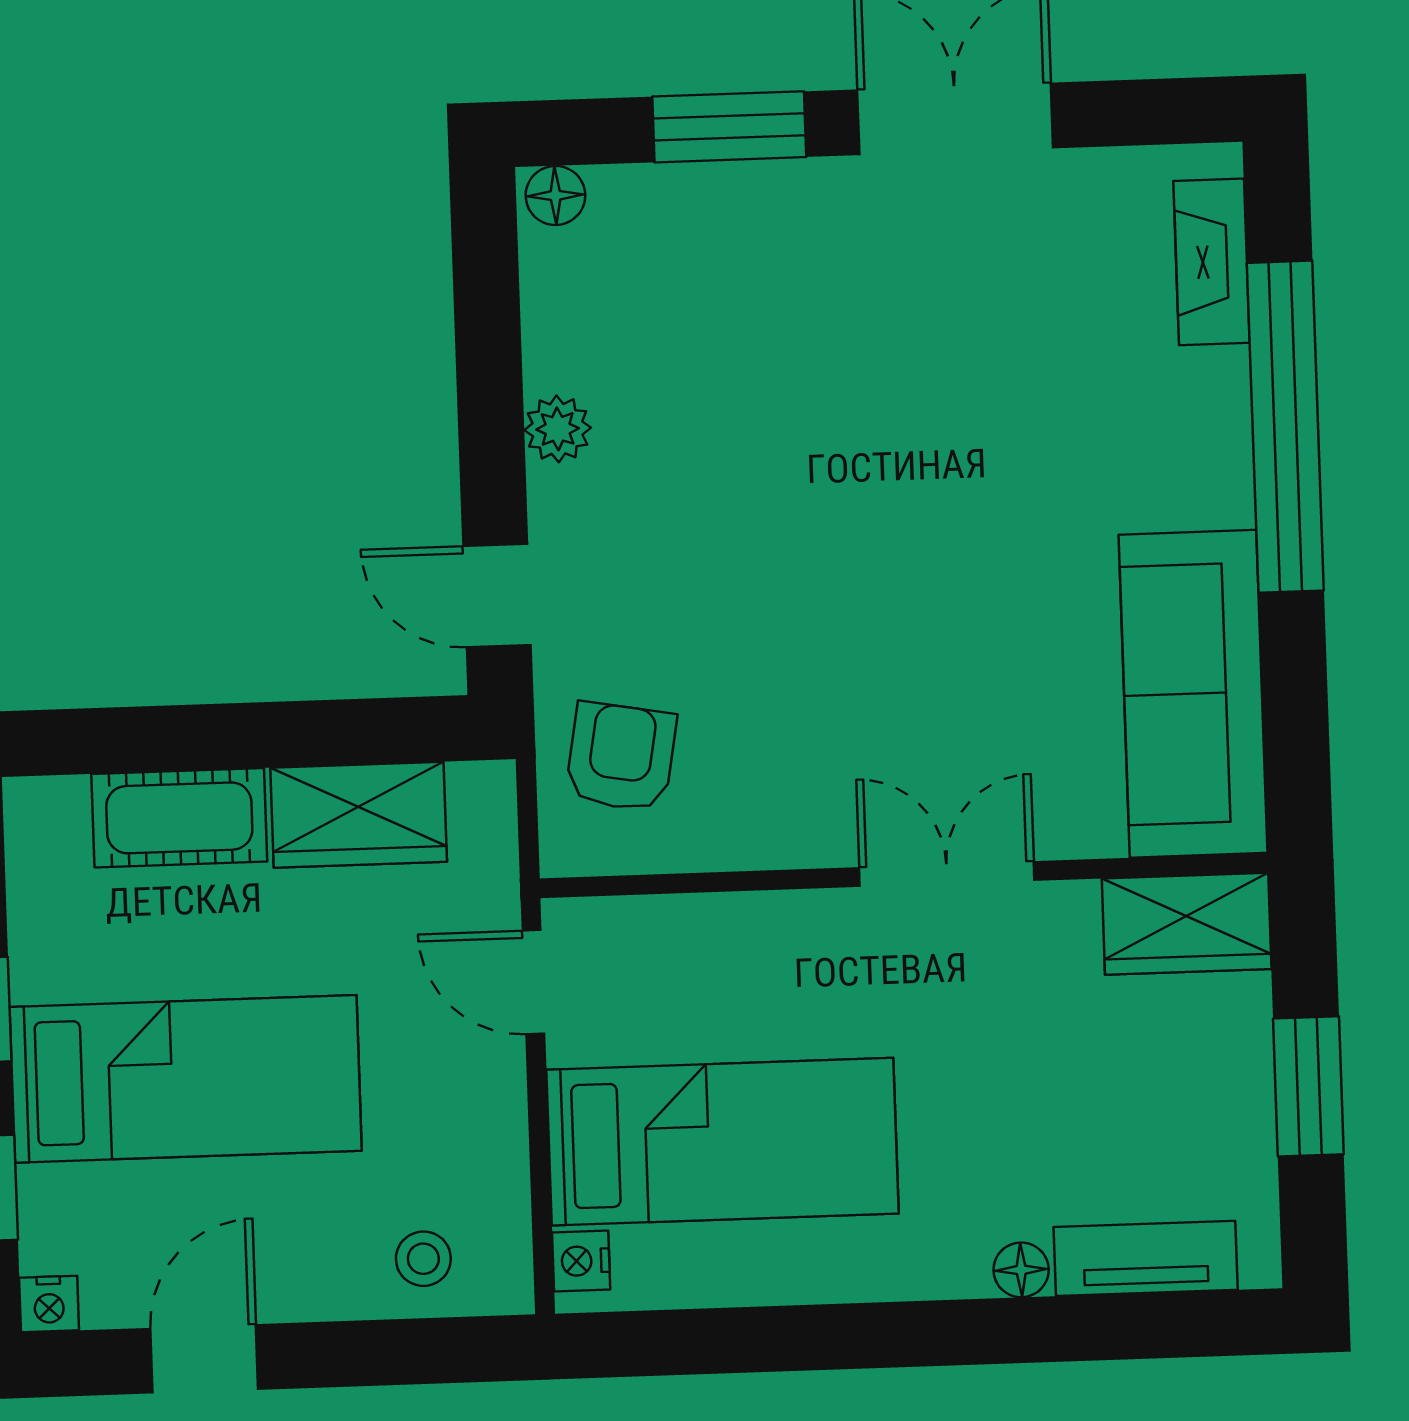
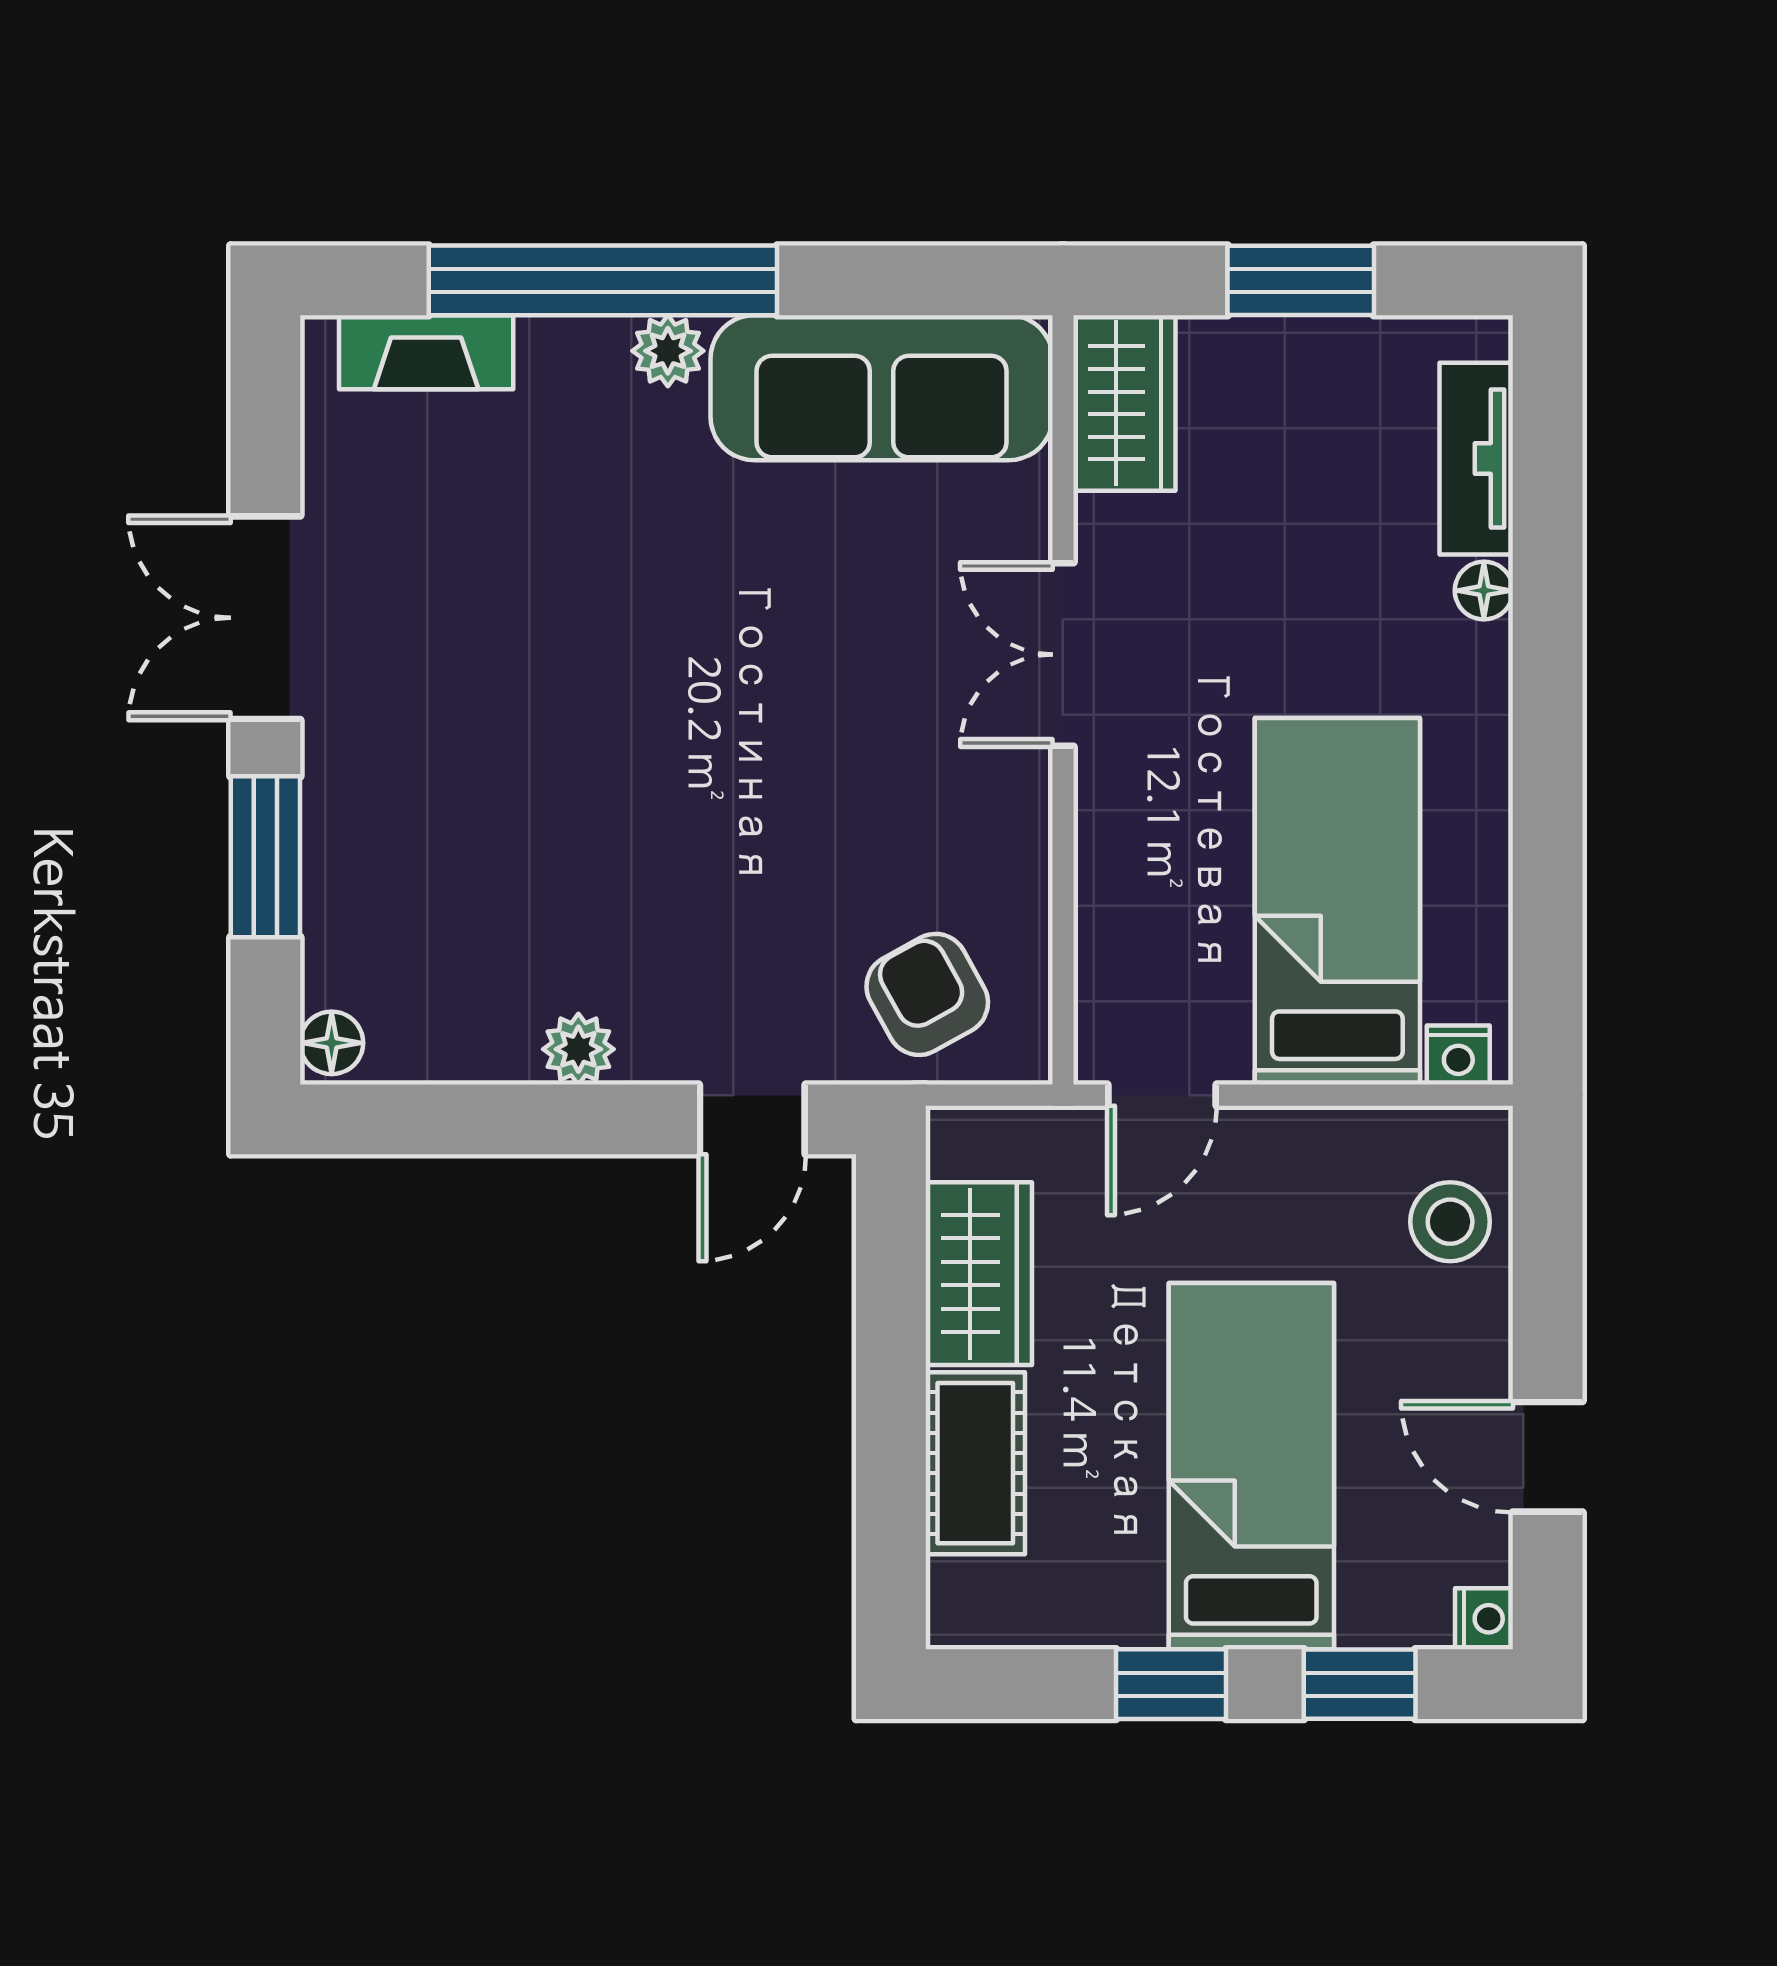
plant: (1221, 491) -> (668, 351), added
armchair: (621, 757) -> (927, 994), turned 51
stool: (423, 1259) -> (1450, 1222), width x1.37, depth x1.37

